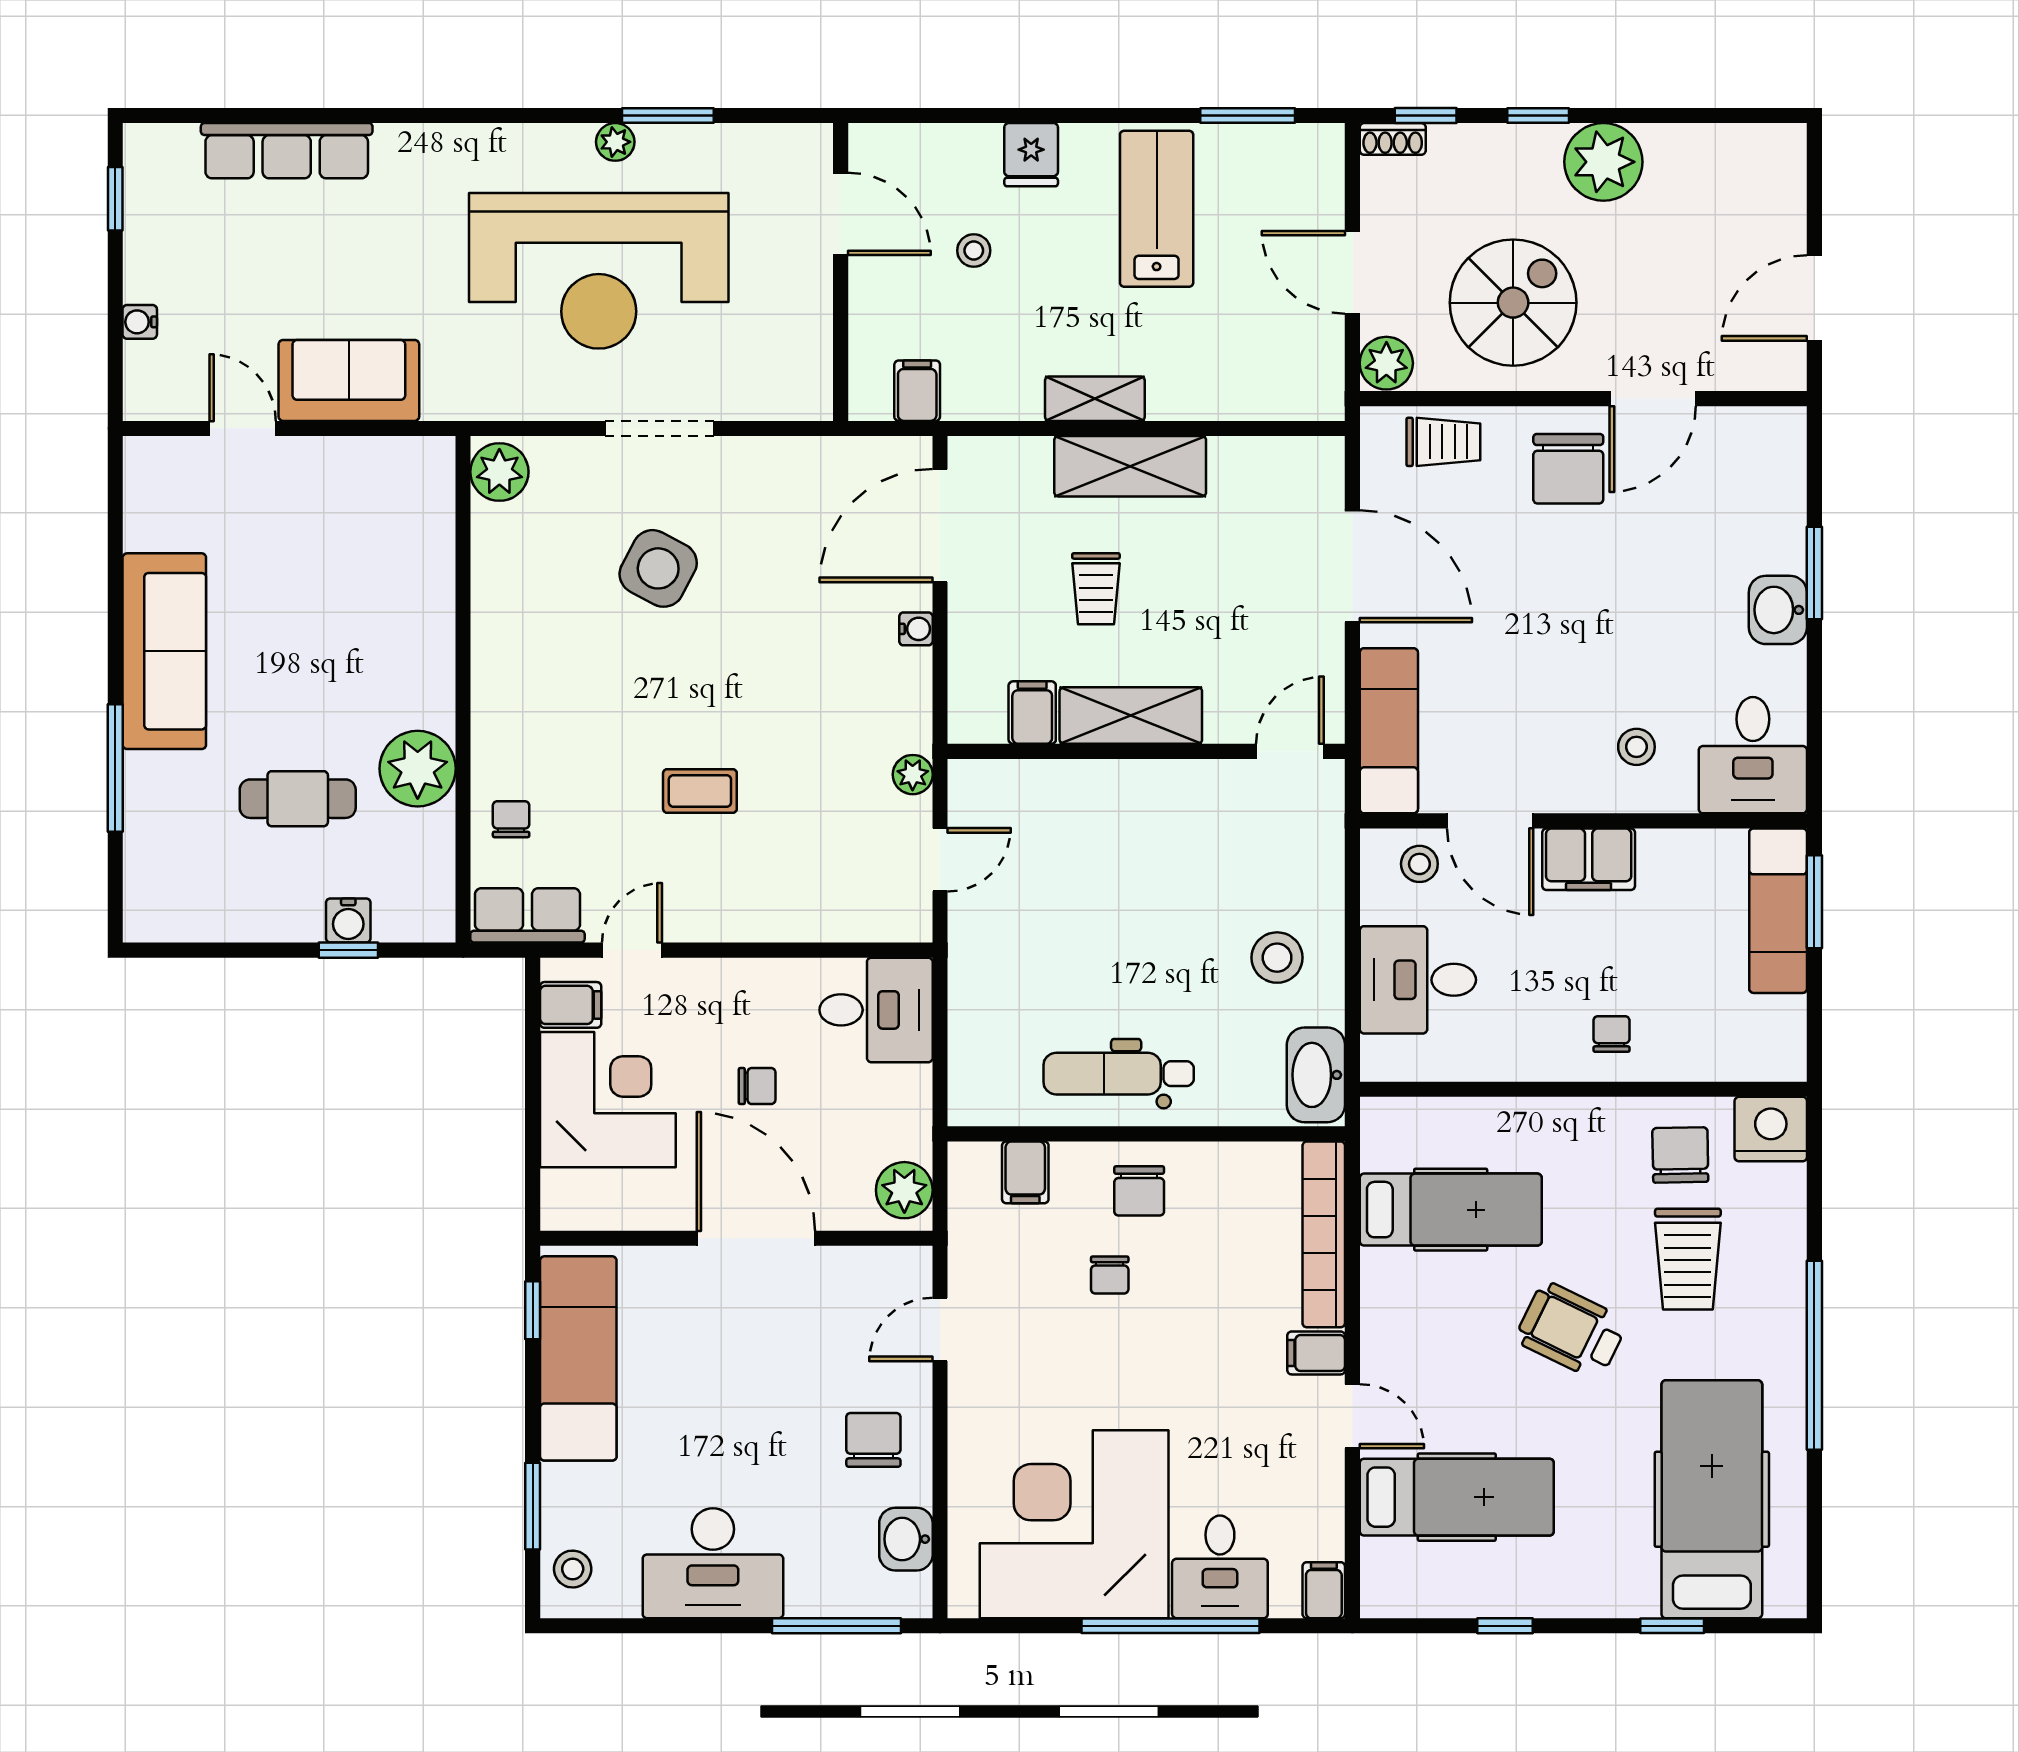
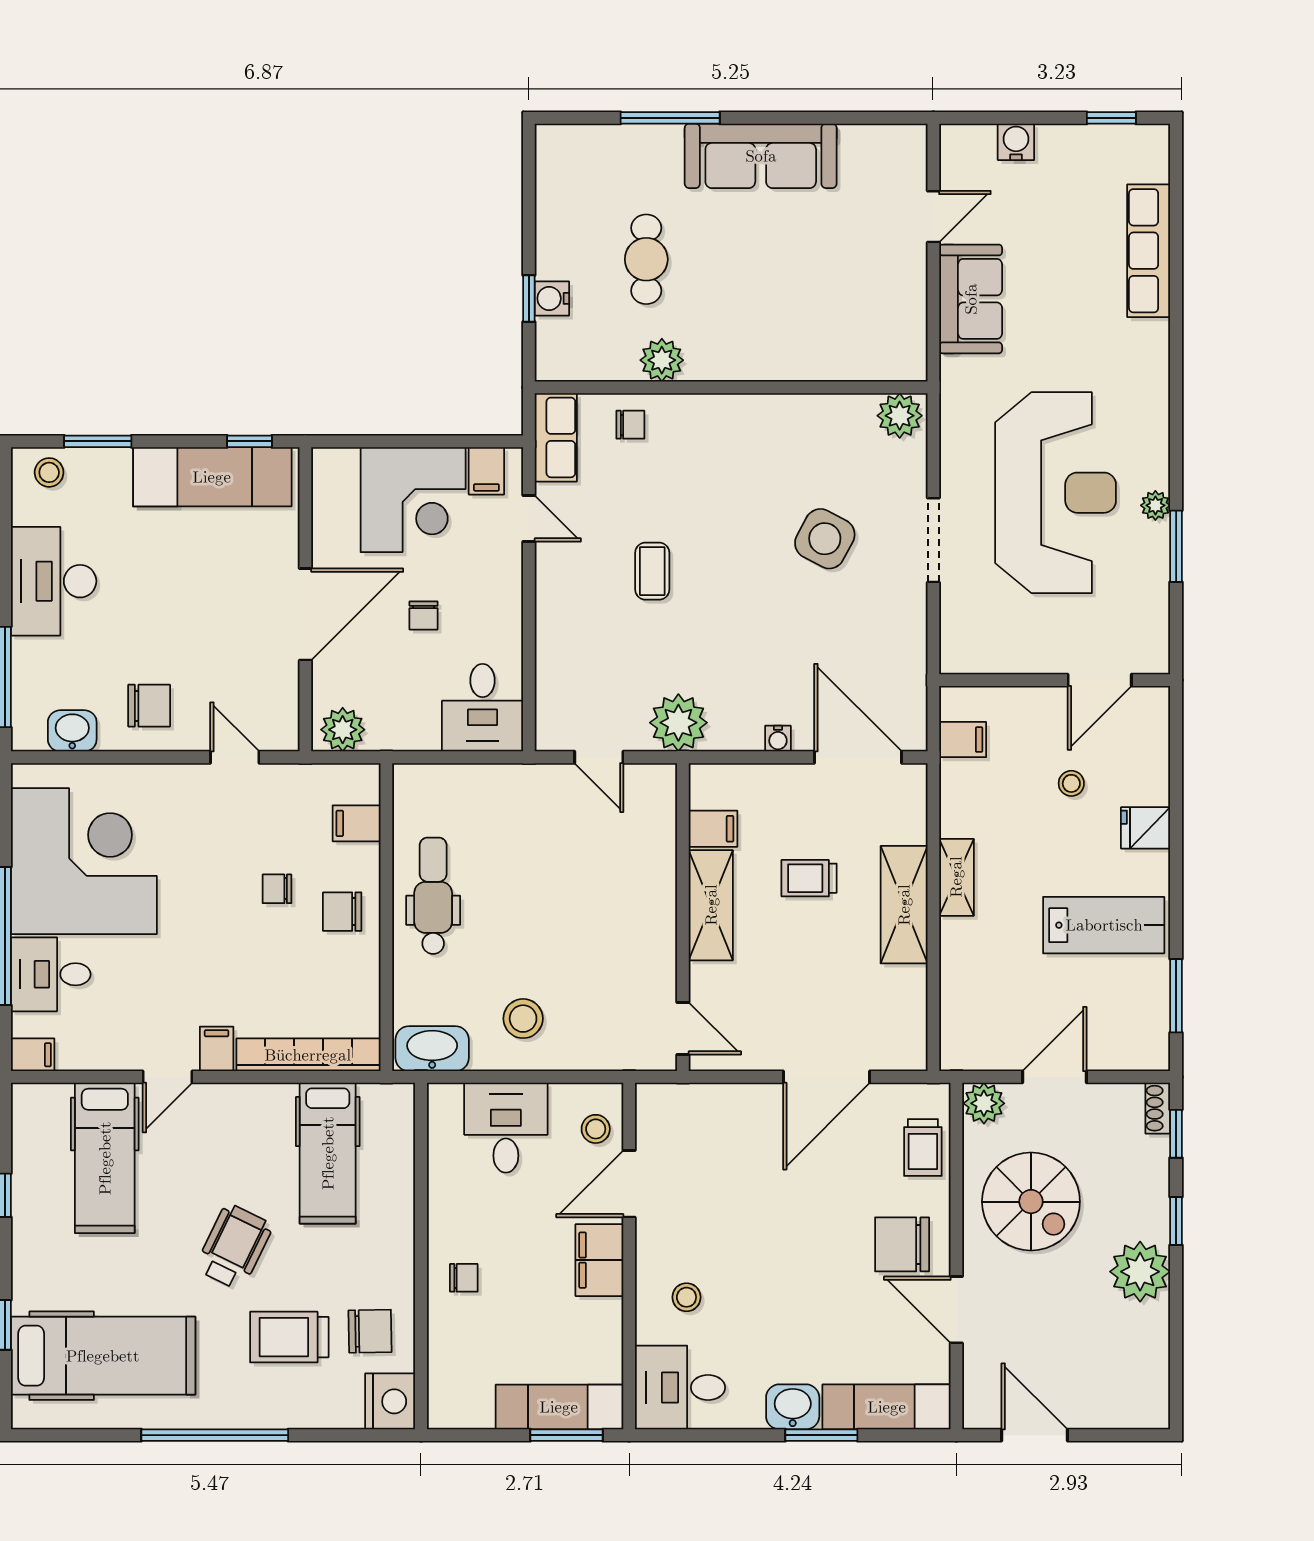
reception desk: (599, 271) -> (1056, 493), turned 180
water cooler: (140, 322) -> (1016, 142), width x1.38, depth x1.38
exam couch: (1389, 731) -> (887, 1407), moved, turned 180
plant: (418, 769) -> (662, 360), width x0.73, depth x0.73
plant: (913, 775) -> (678, 723), width x1.87, depth x1.87

